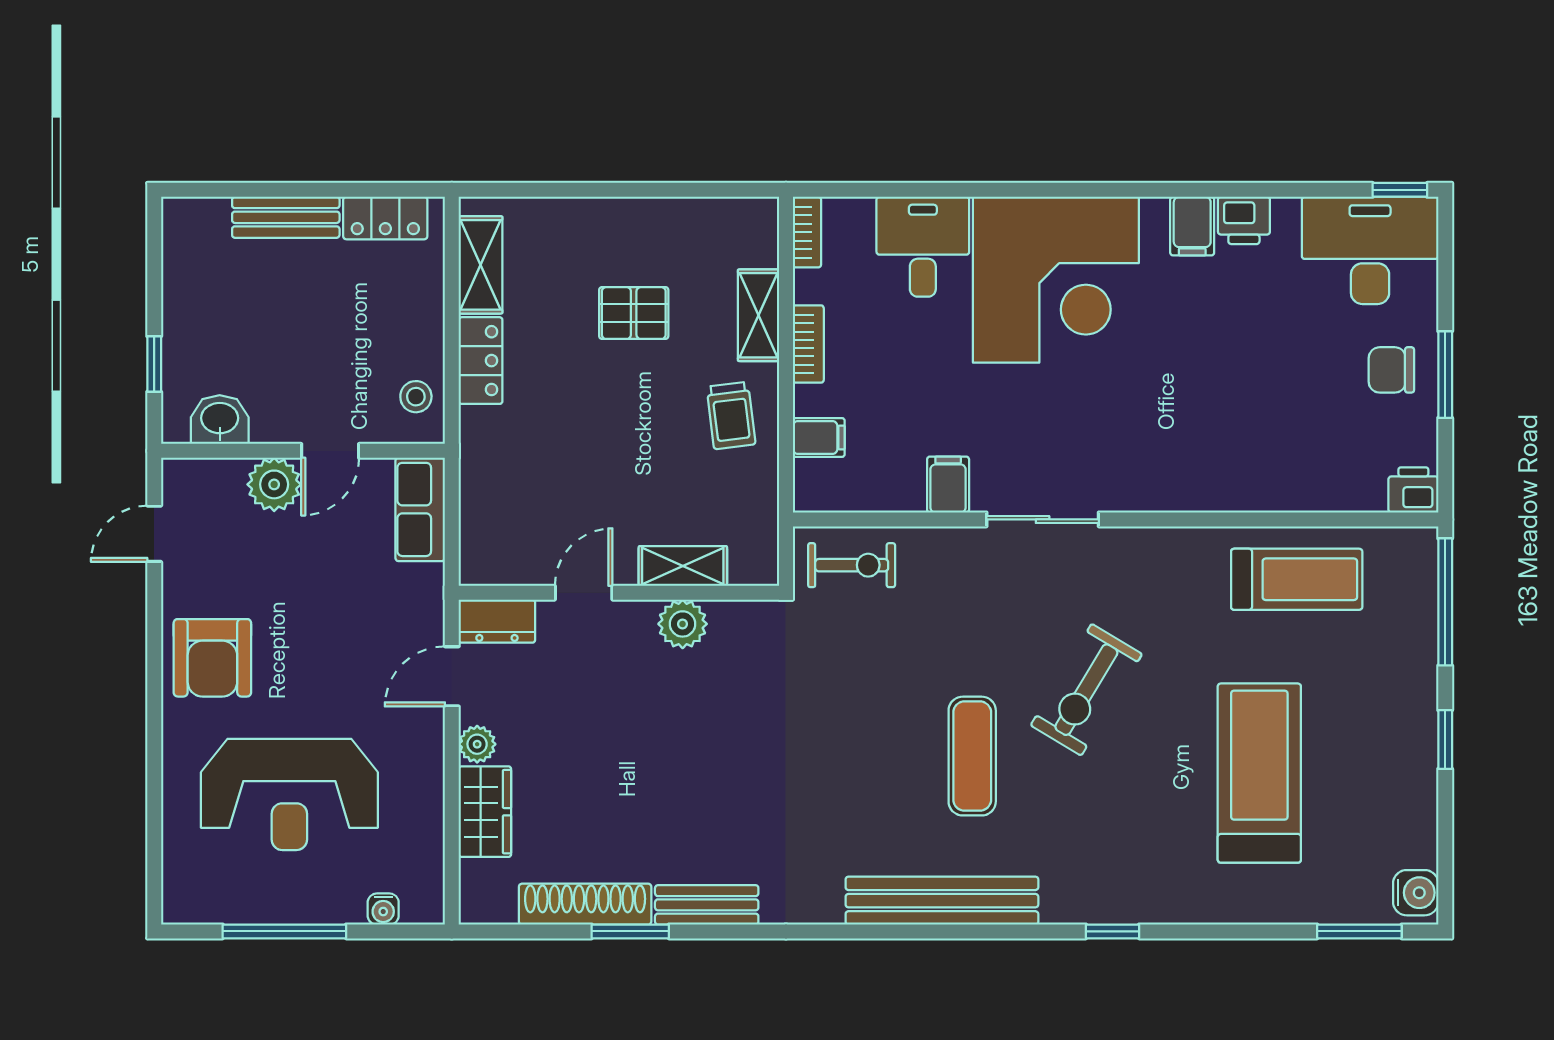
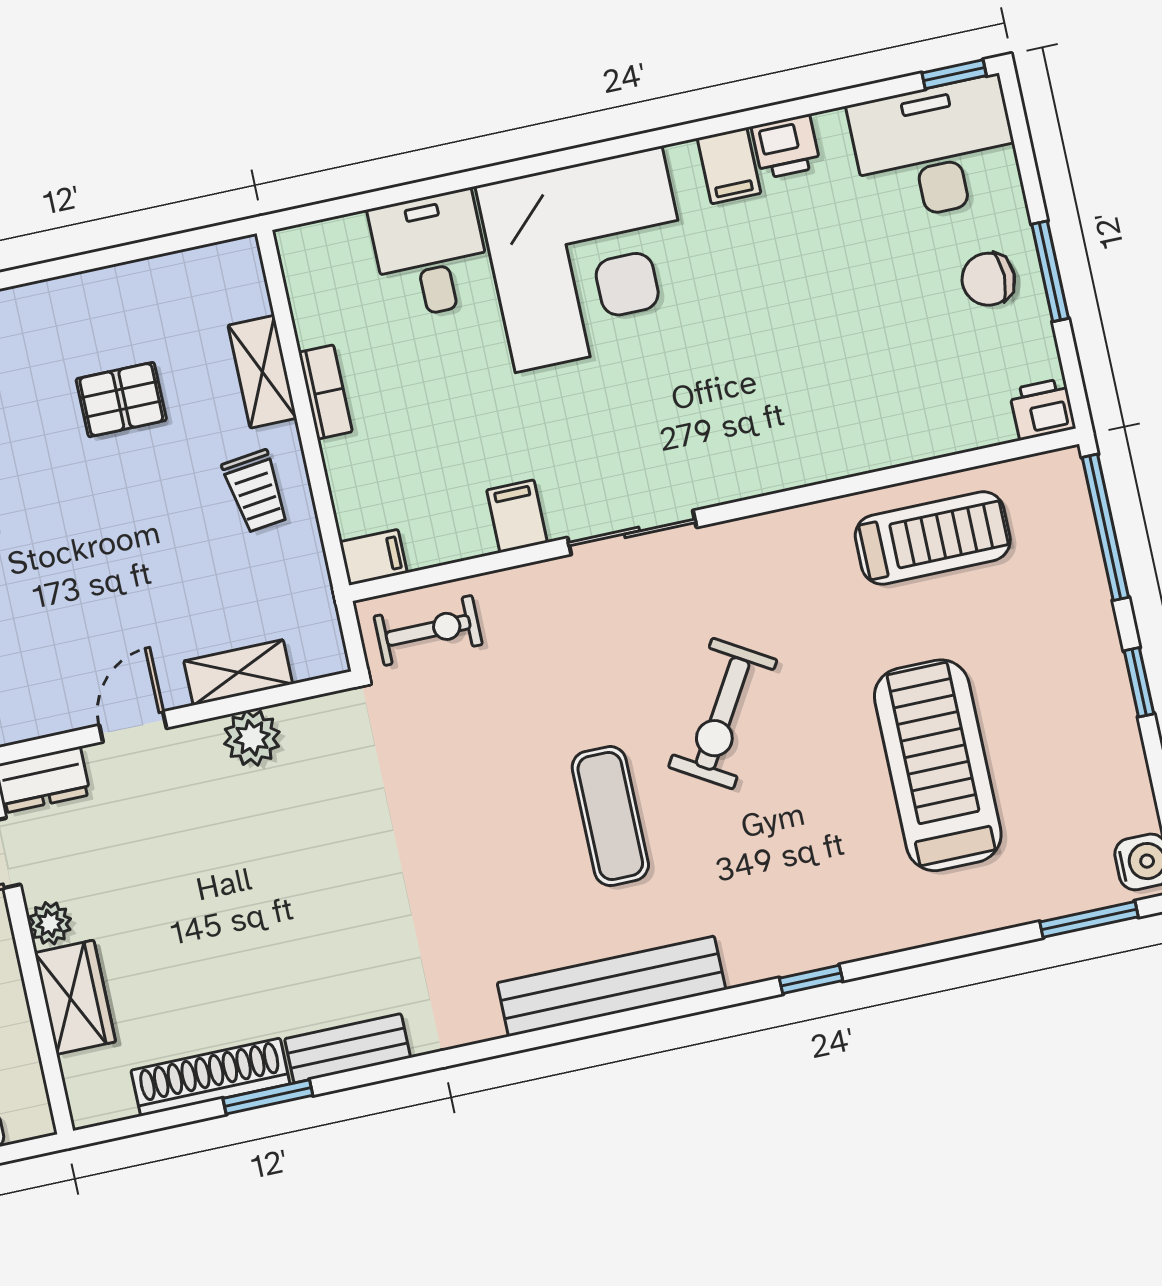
bookcase: (807, 232) -> (297, 266), removed
filing cabinet: (819, 437) -> (373, 557), moved

